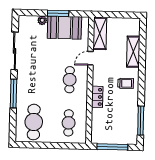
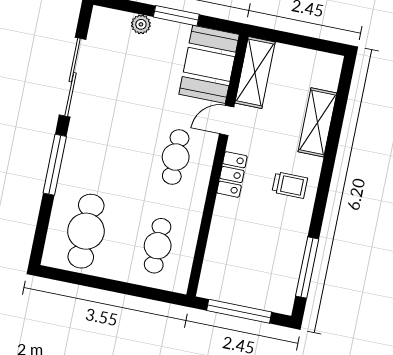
booth: (64, 28) -> (209, 64), moved, turned 90
locker: (97, 97) -> (232, 174), moved

